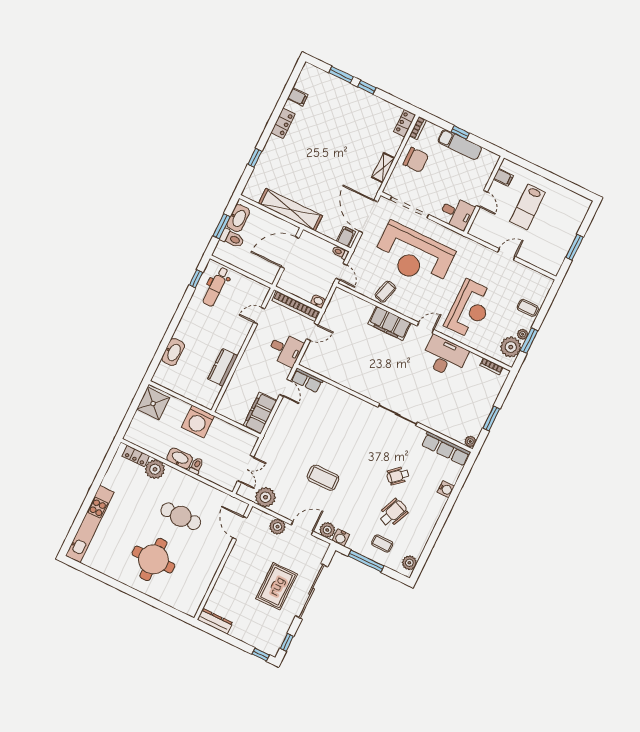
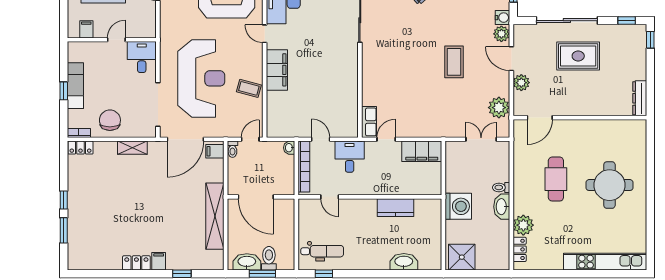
filing cabinet: (298, 97) -> (159, 261), moved

